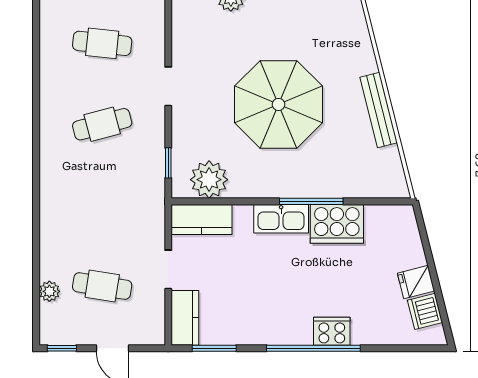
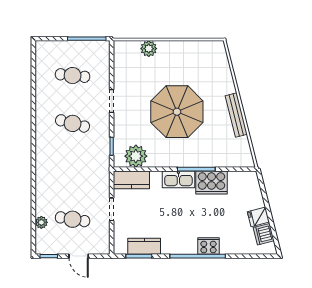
cafe table: (102, 124) -> (73, 123), turned 30
kitchen counter: (185, 318) -> (144, 246), moved, turned -90

